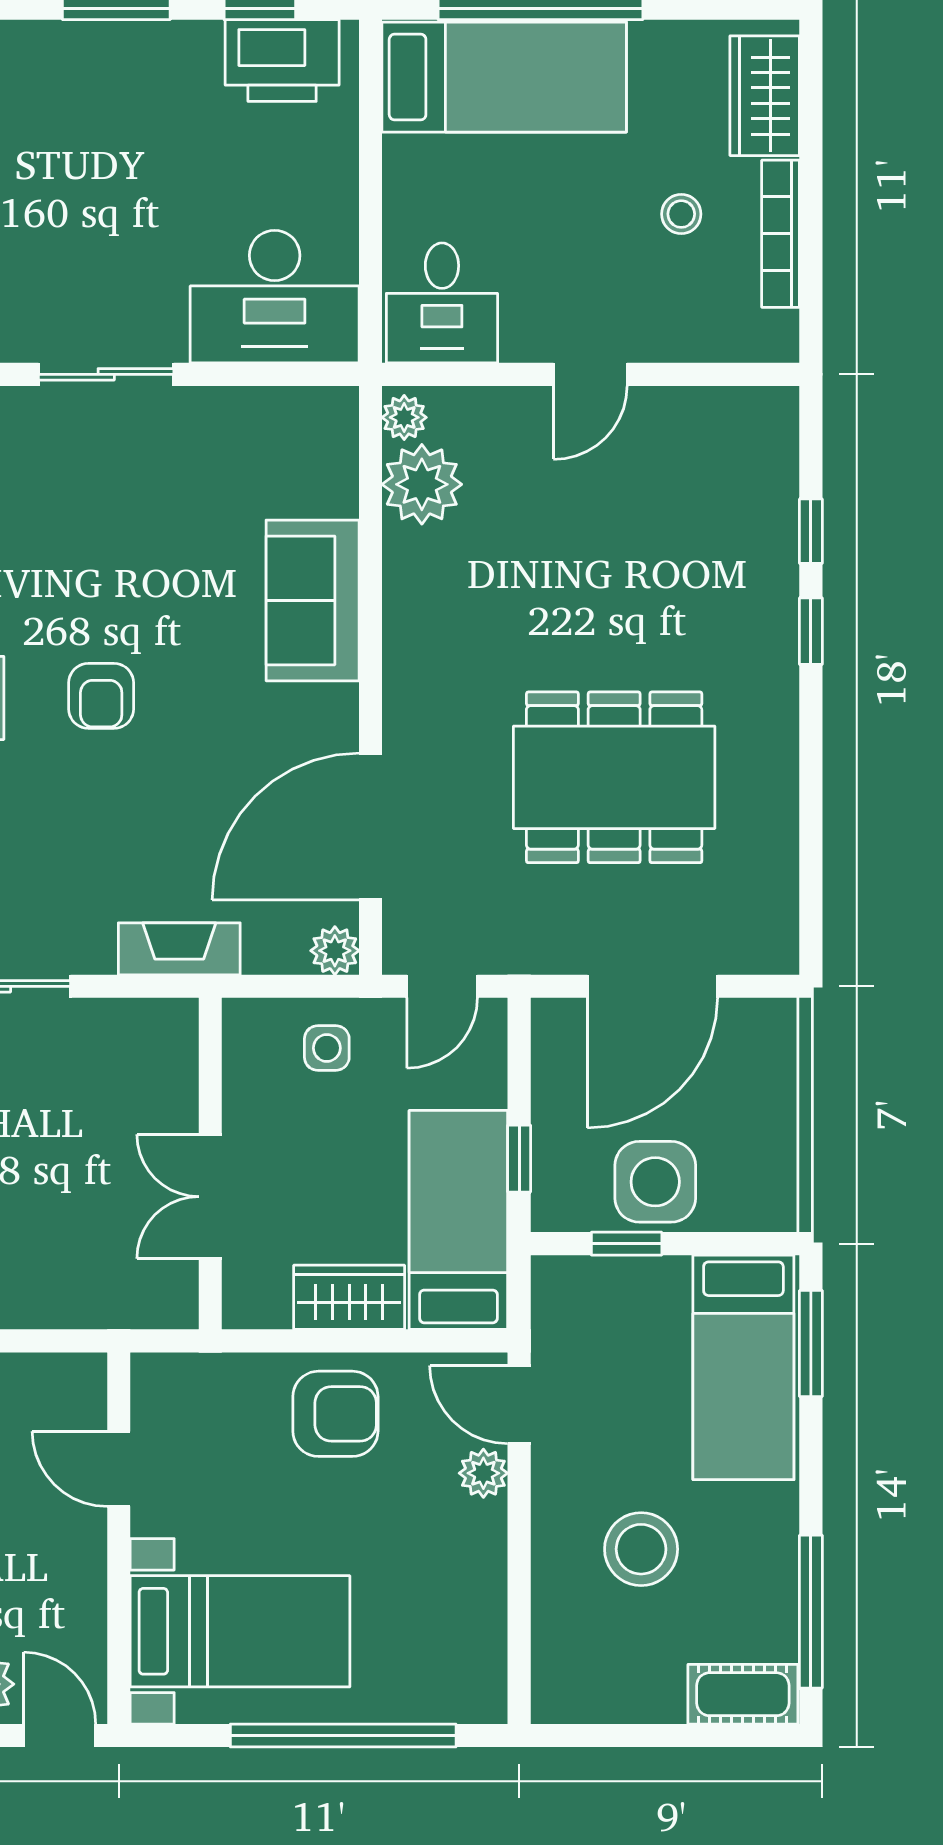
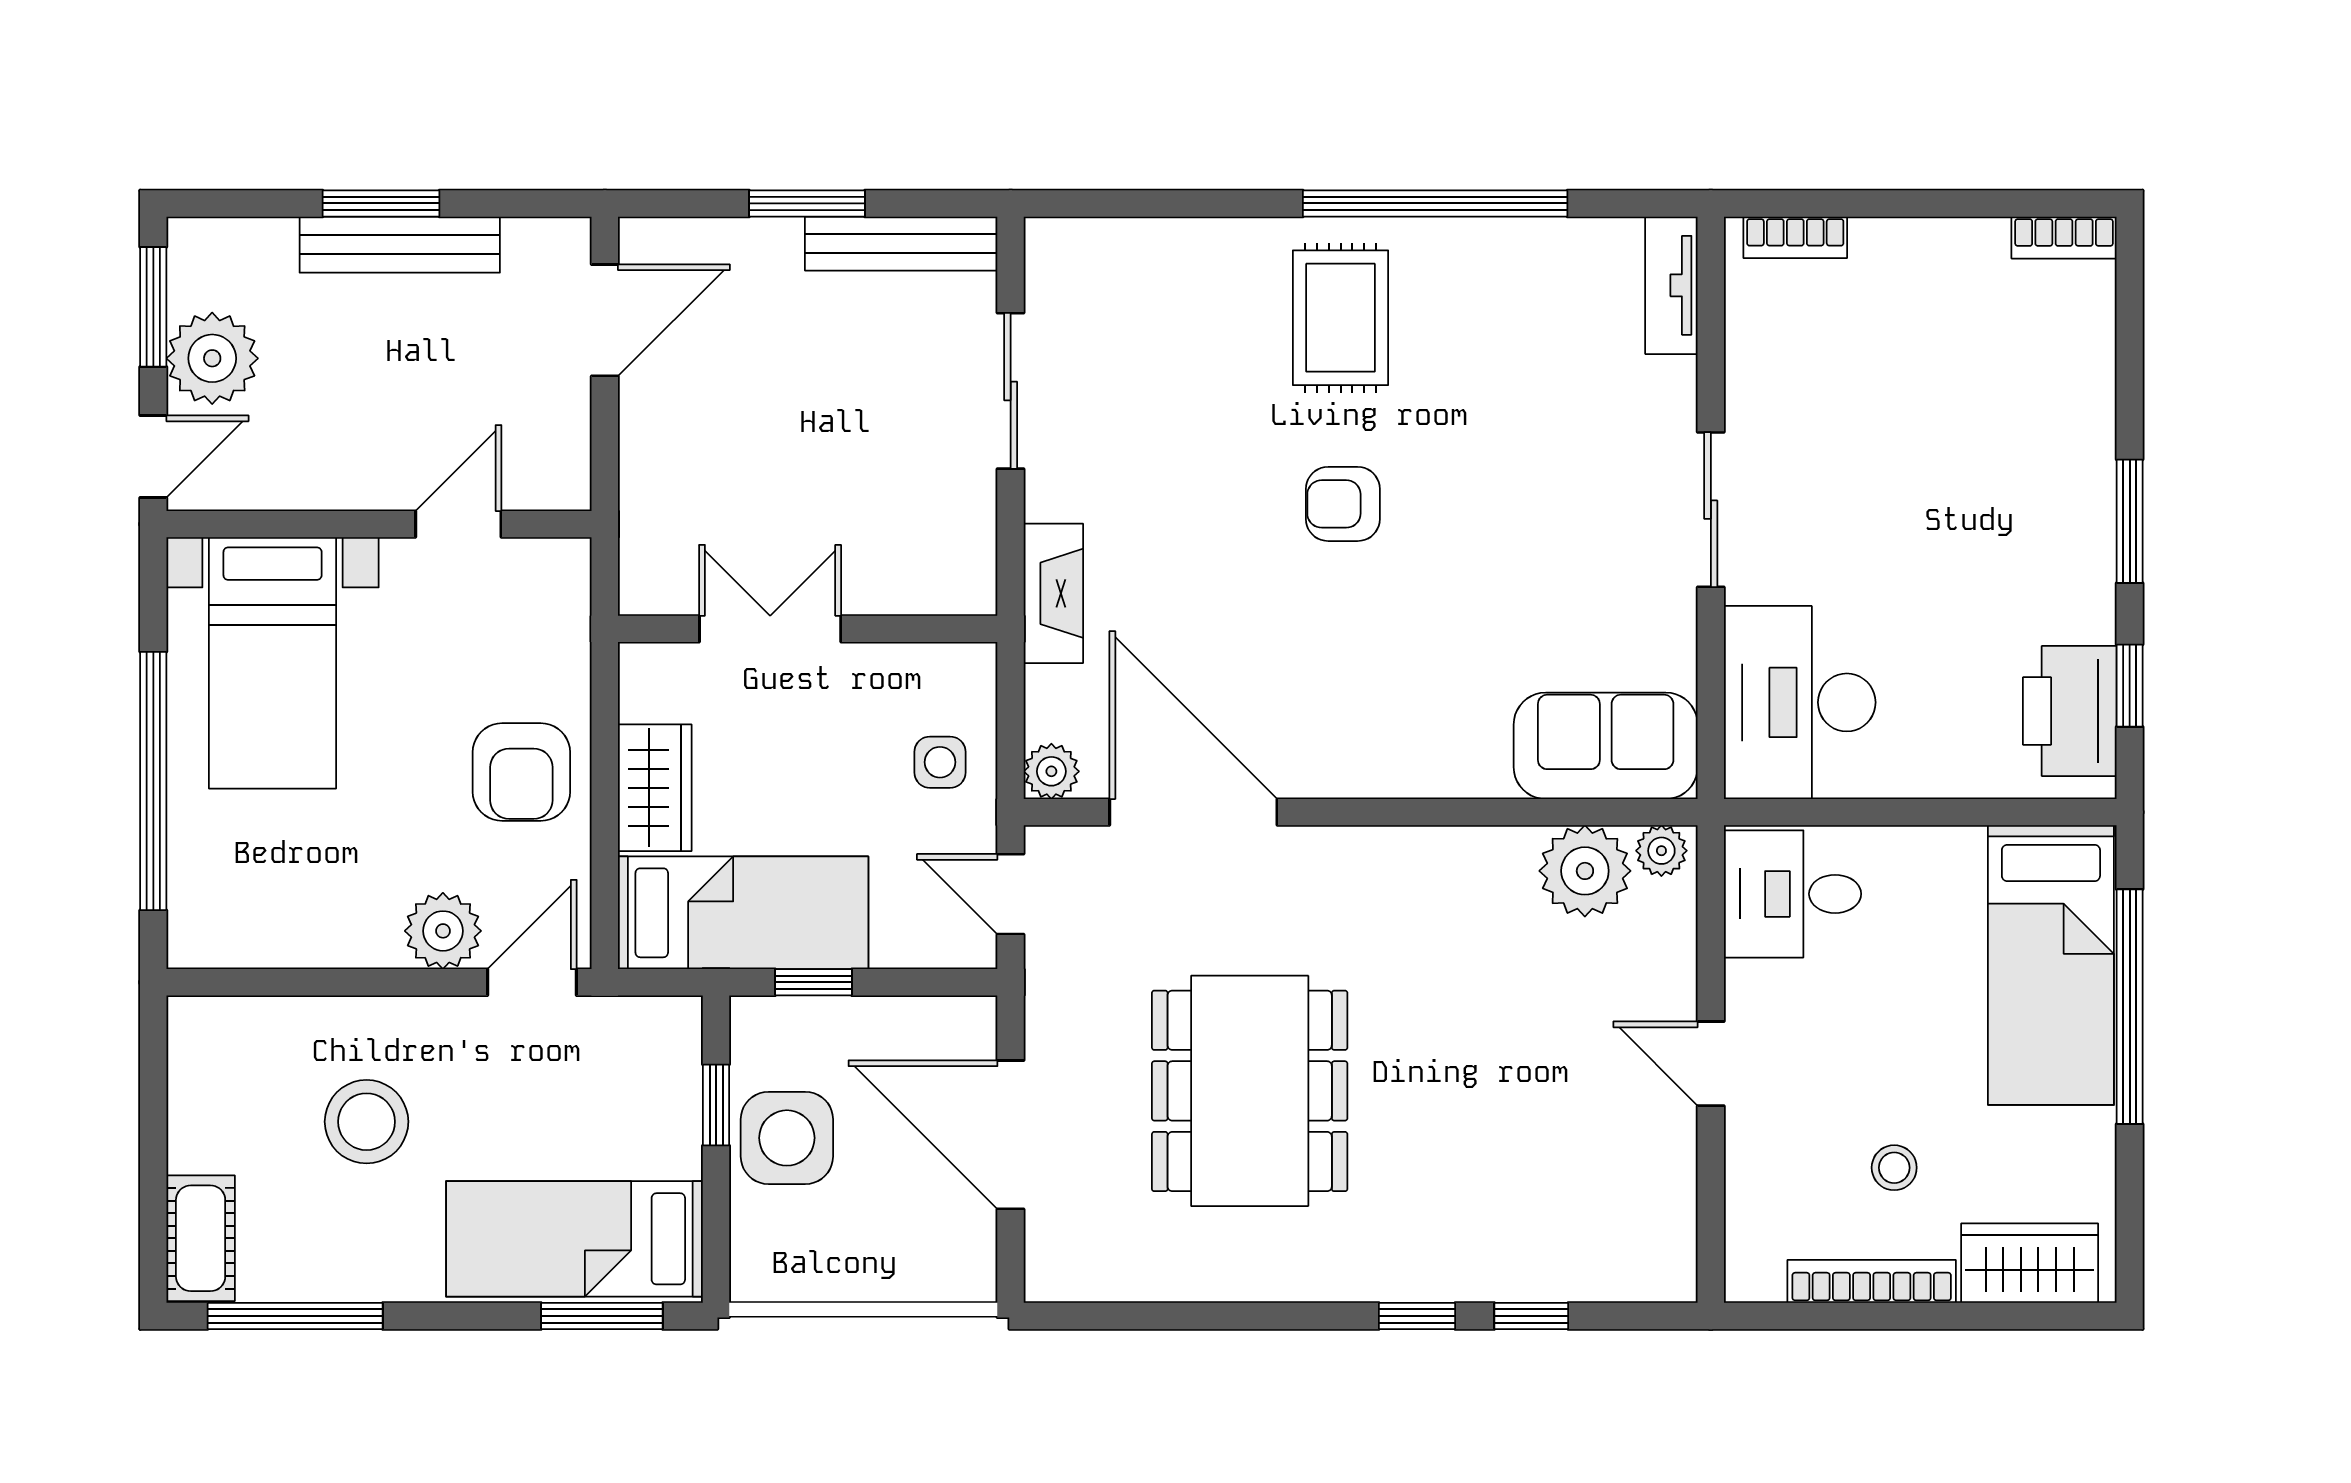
sofa: (313, 600) -> (1606, 746), moved
plant: (483, 1473) -> (443, 931), width x1.38, depth x1.38

